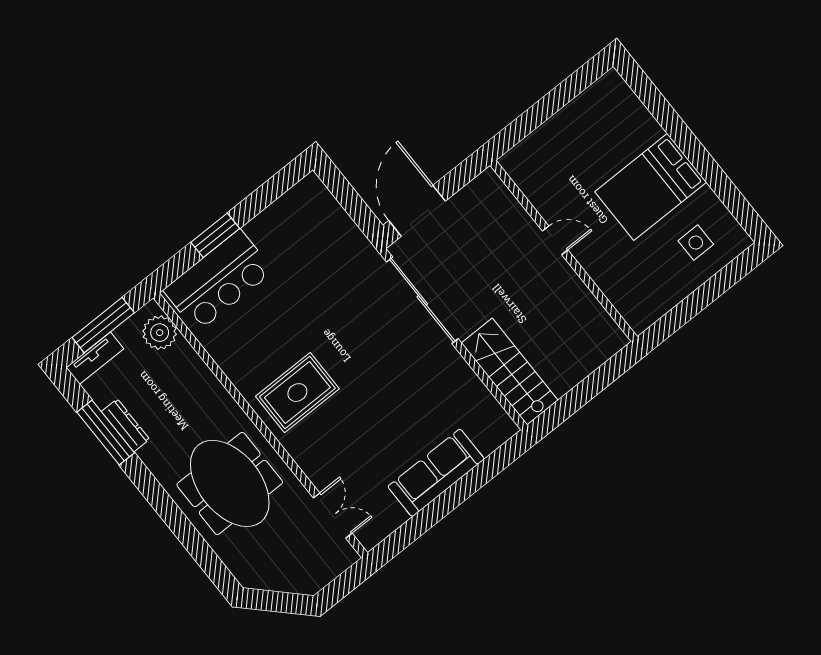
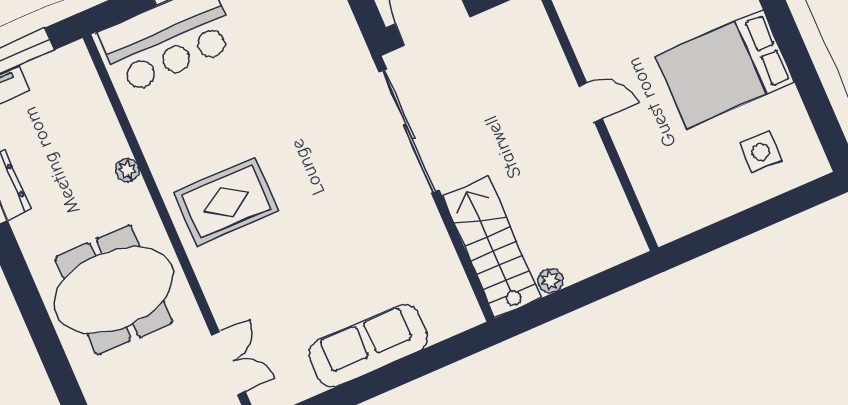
plant: (160, 333) -> (127, 170), moved, width x0.53, depth x0.53
plant: (562, 385) -> (551, 281), added
meeting table: (230, 483) -> (114, 290), turned 90

